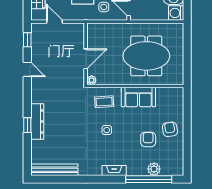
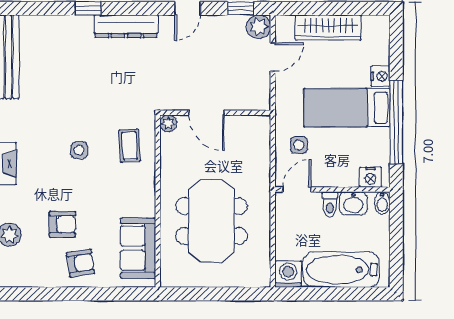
plant: (38, 30) -> (259, 27), added
sofa: (138, 97) -> (138, 248), moved
dresser: (37, 121) -> (126, 26), moved

